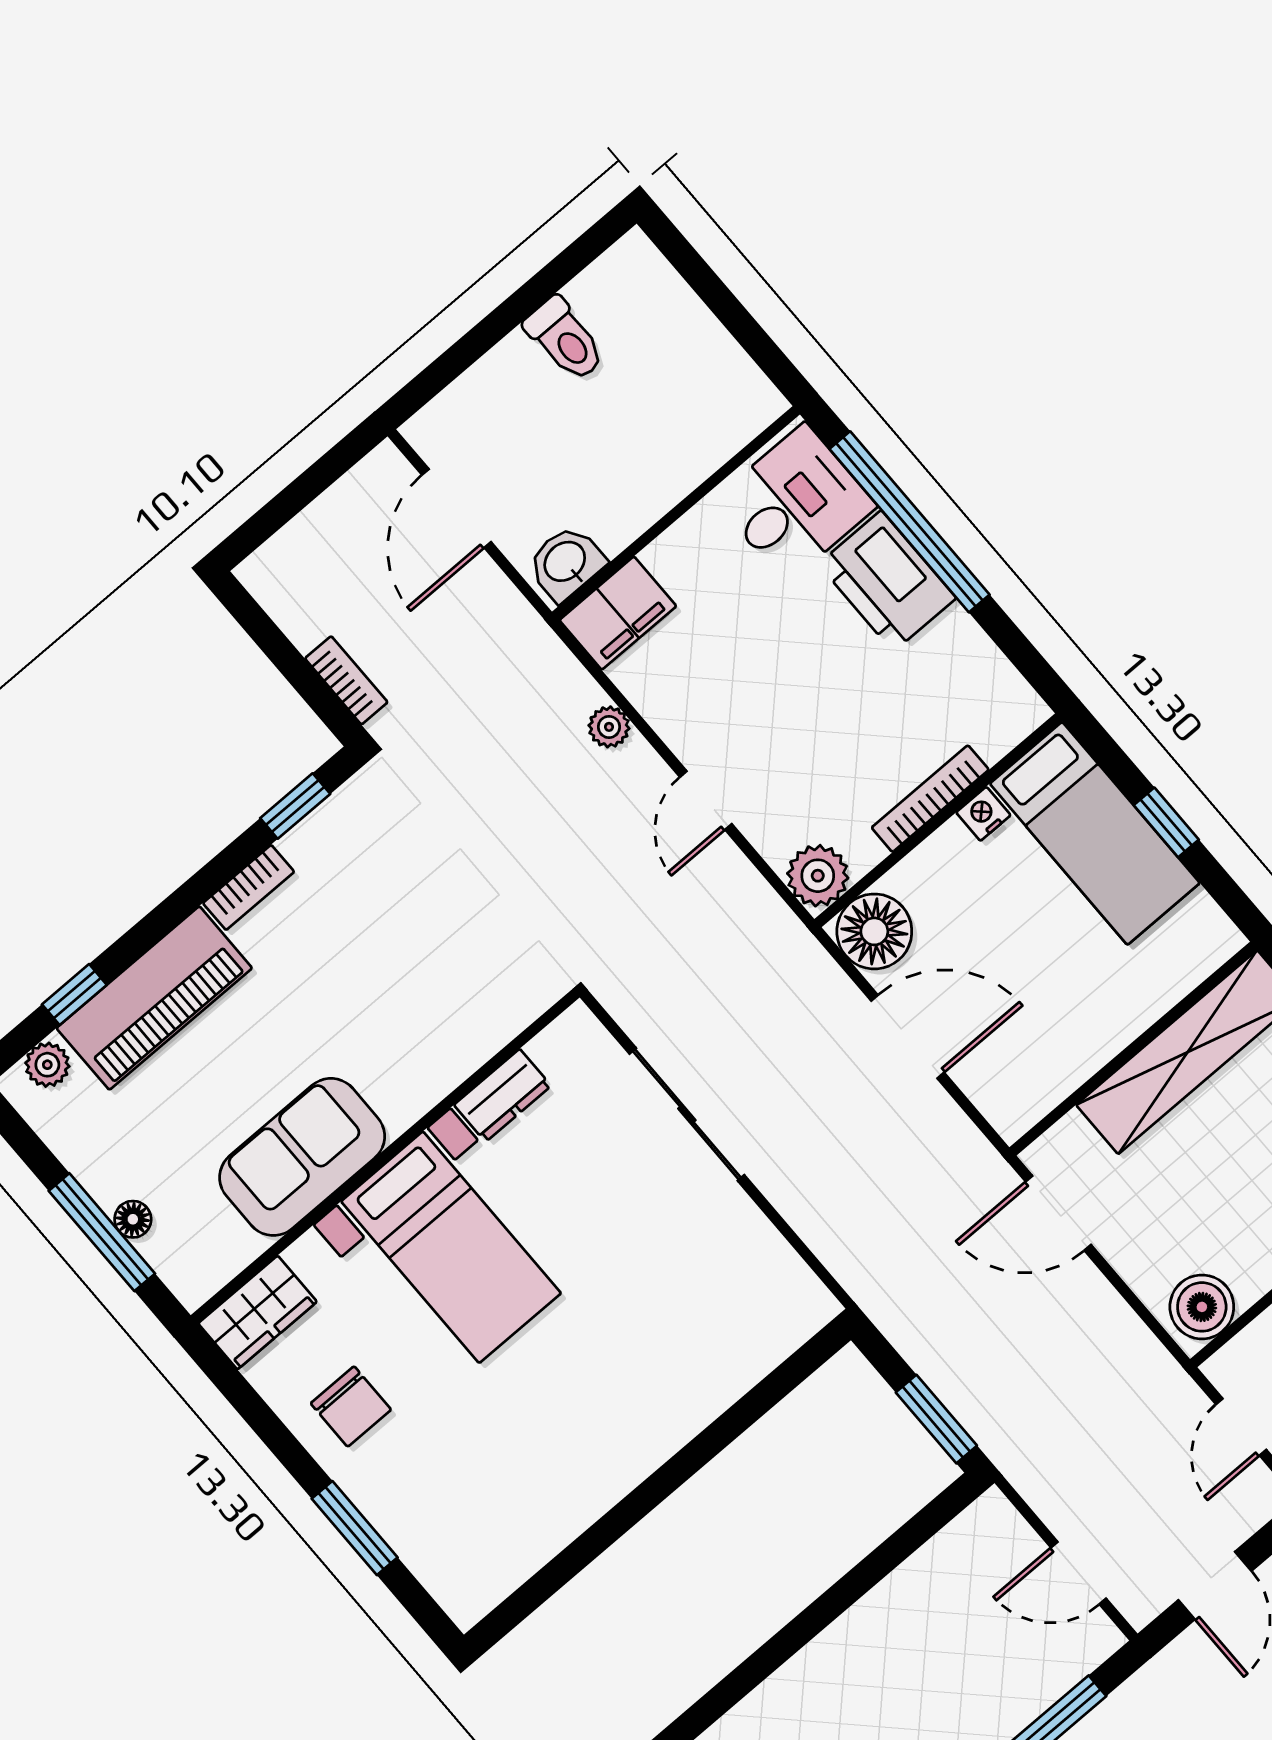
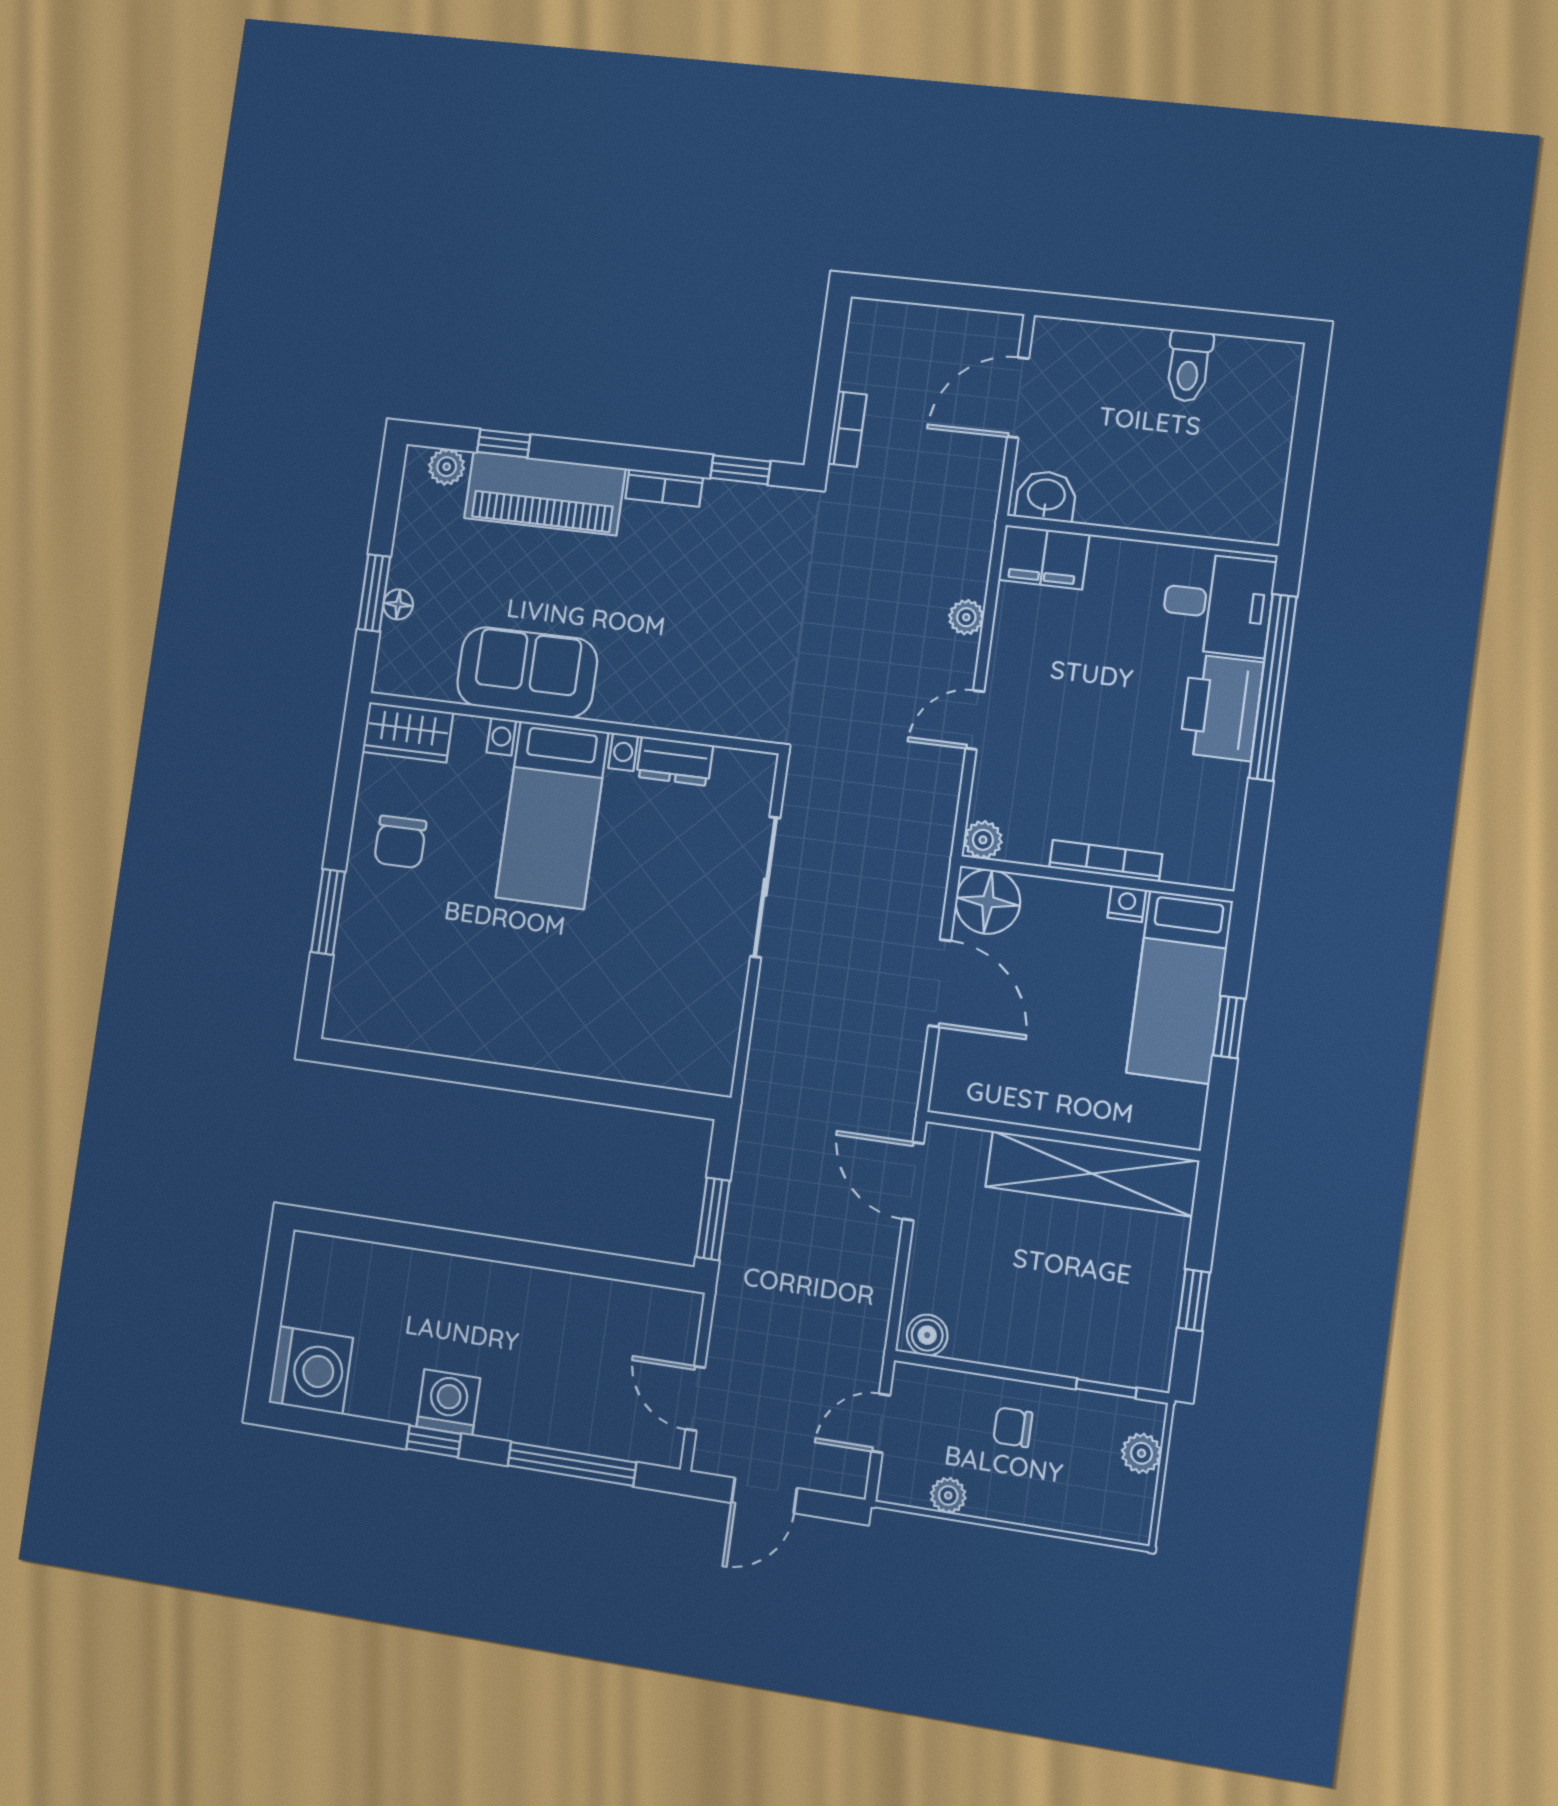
plant: (818, 876) -> (983, 840), width x0.73, depth x0.73
window: (102, 1232) -> (374, 593), width x0.69
boiler: (1202, 1307) -> (927, 1335), width x0.73, depth x0.73

